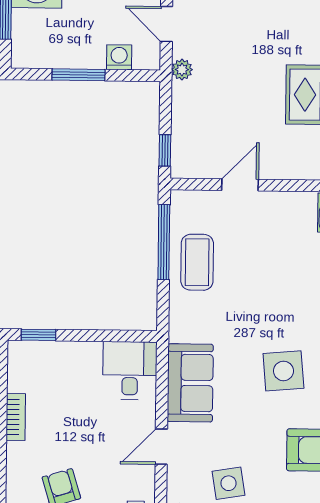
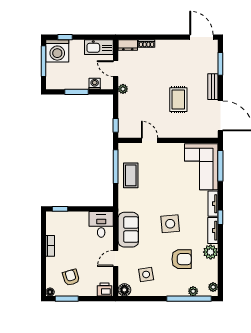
door: (240, 185) -> (150, 140), hinge flipped

